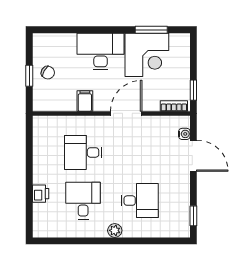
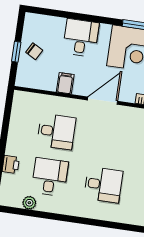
desk: (101, 51) -> (81, 38), width x0.73
desk: (83, 152) -> (56, 132), turned 180
plant: (115, 230) -> (29, 203), moved

